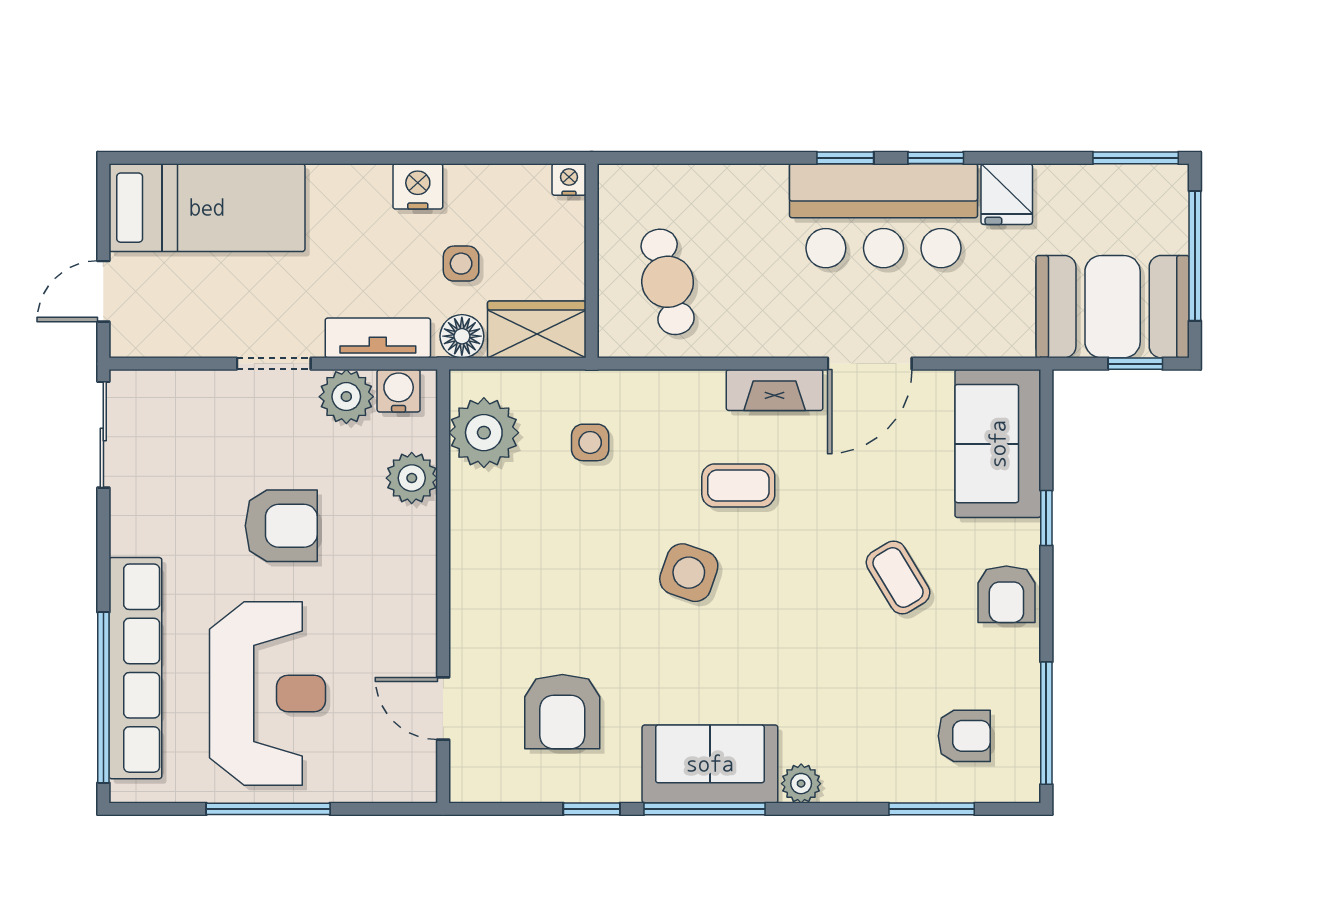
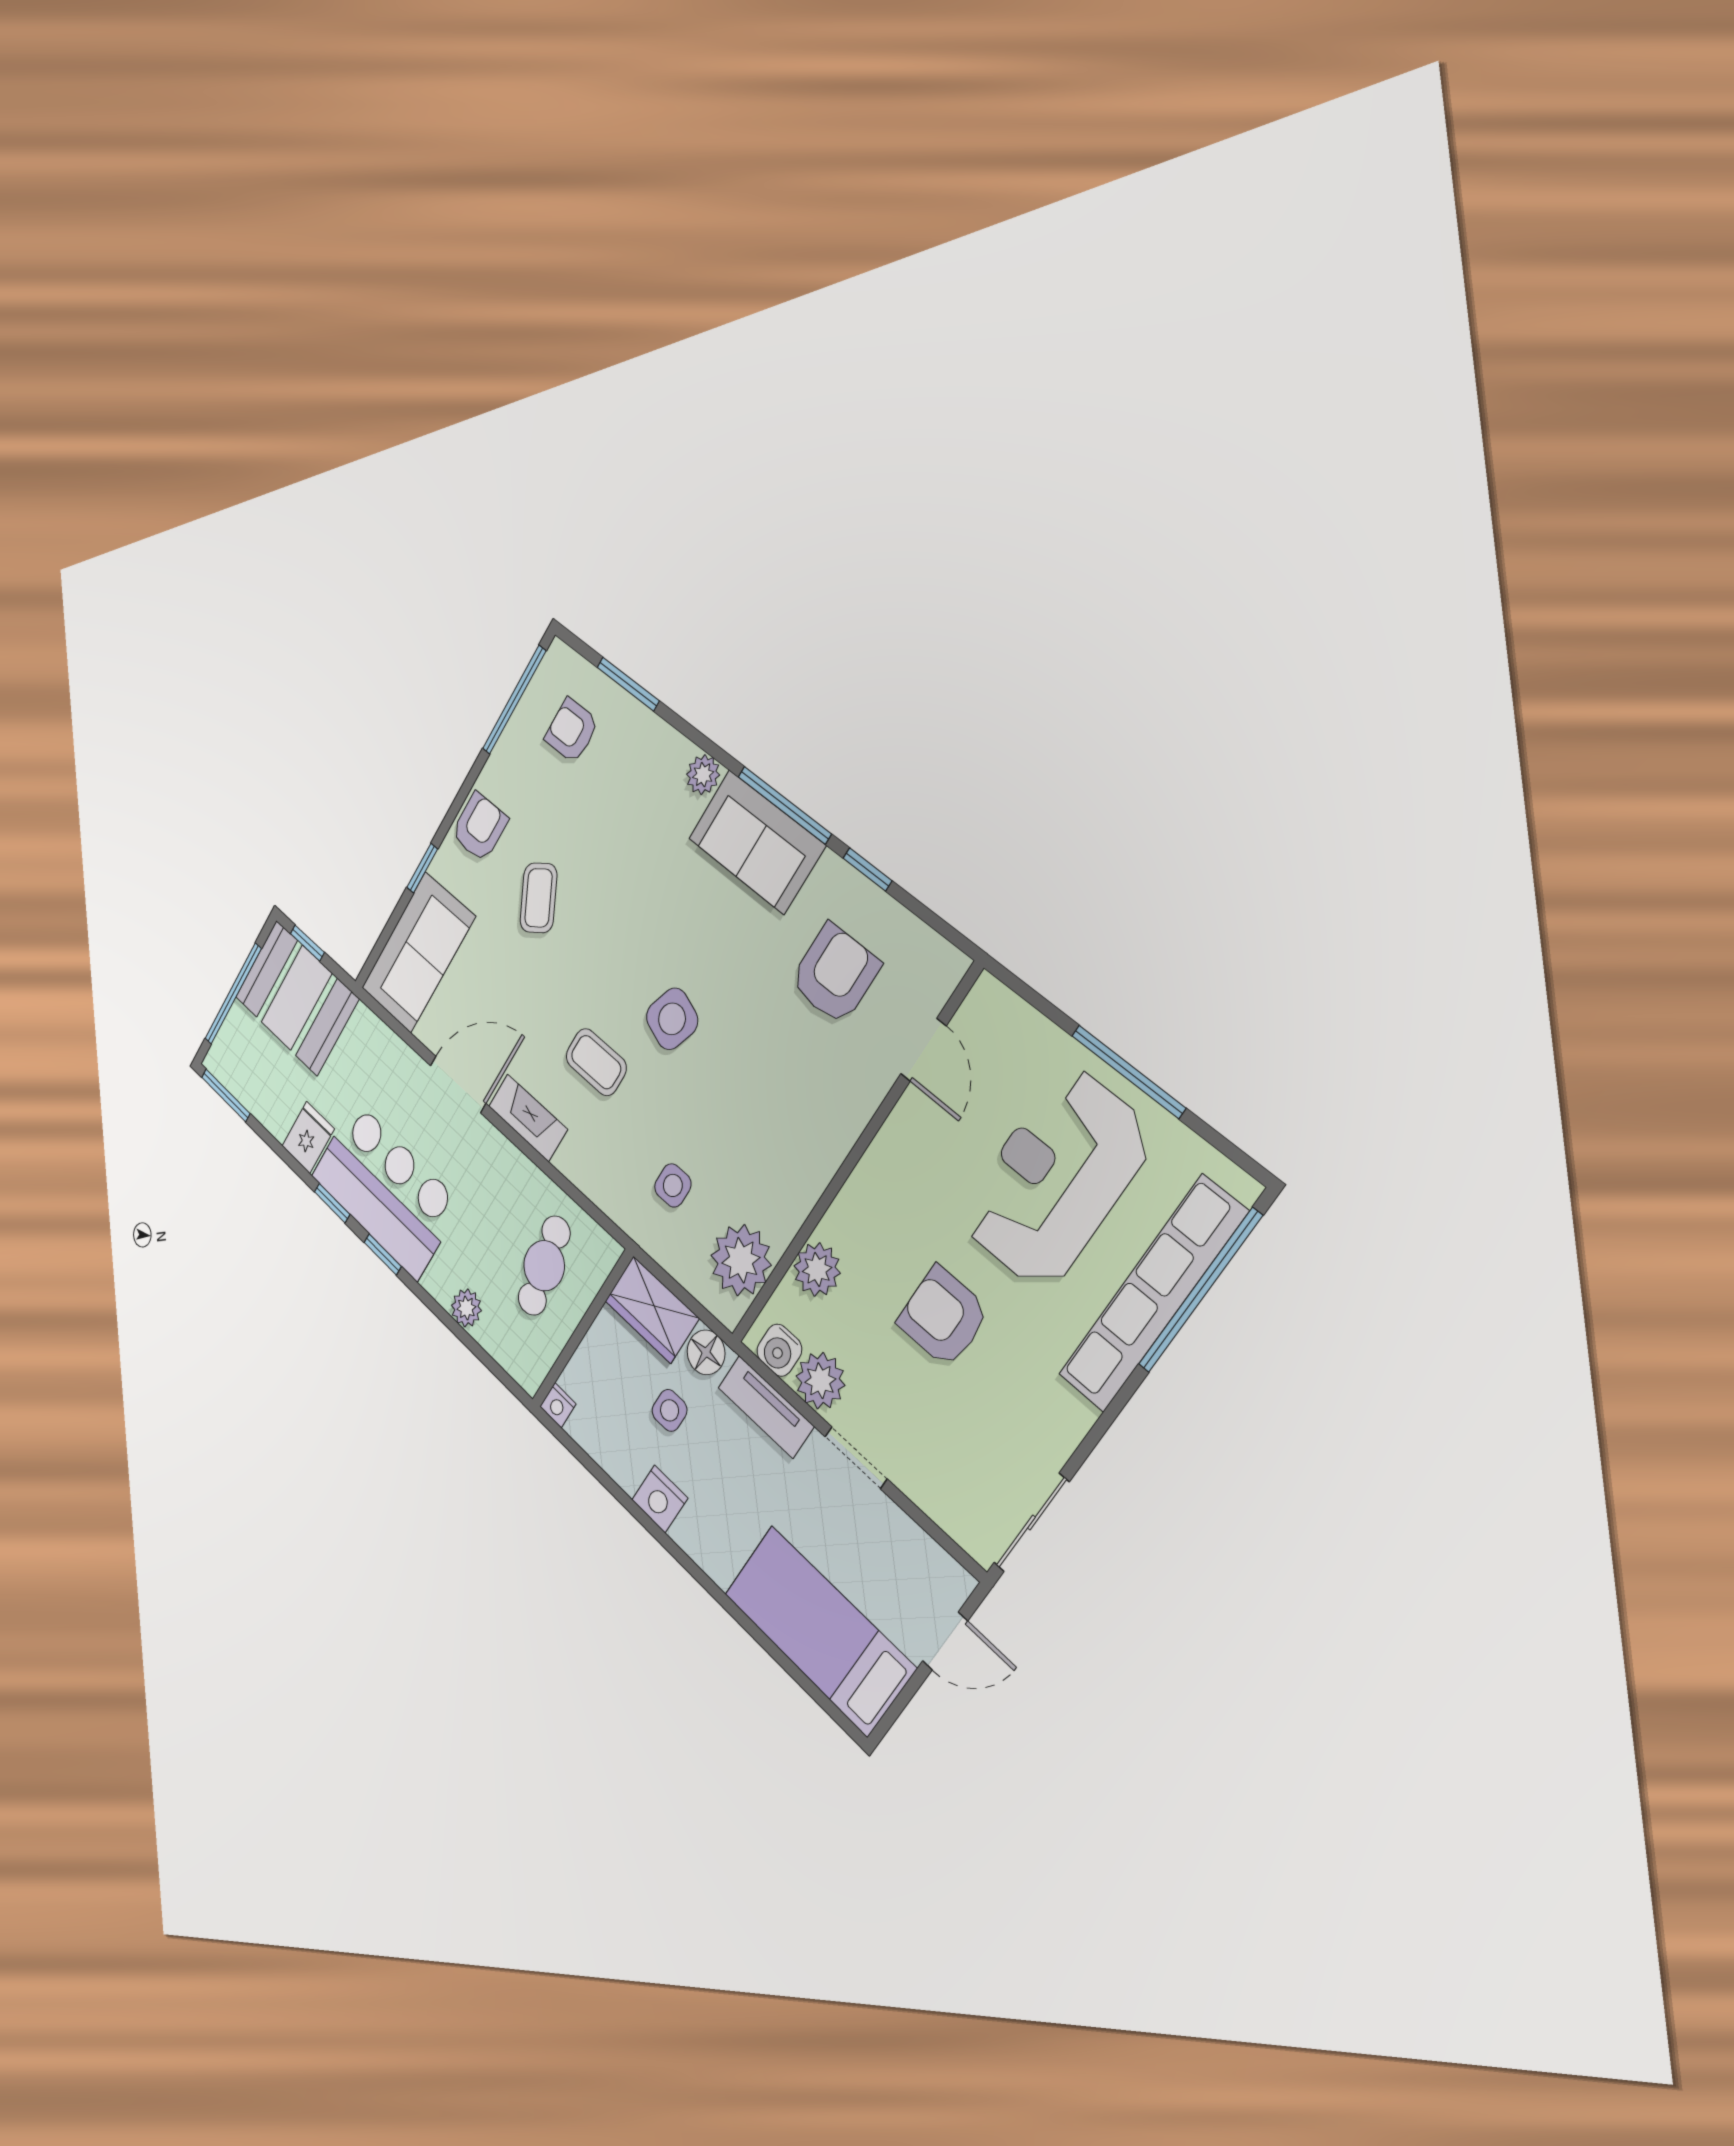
plant: (721, 184) -> (466, 1308), added

